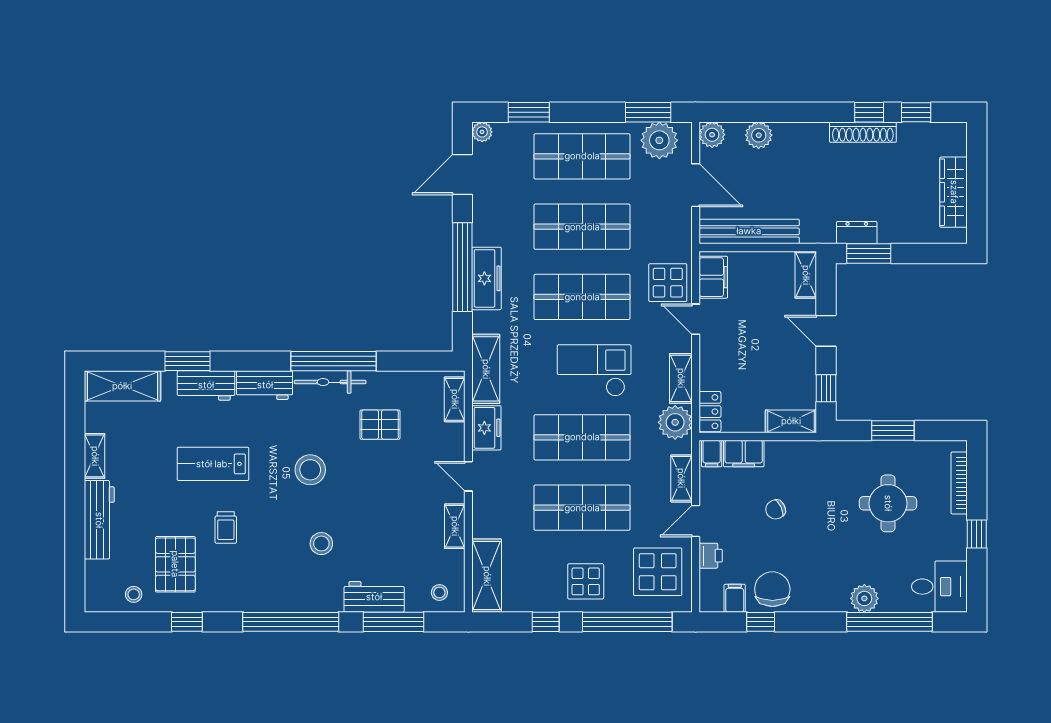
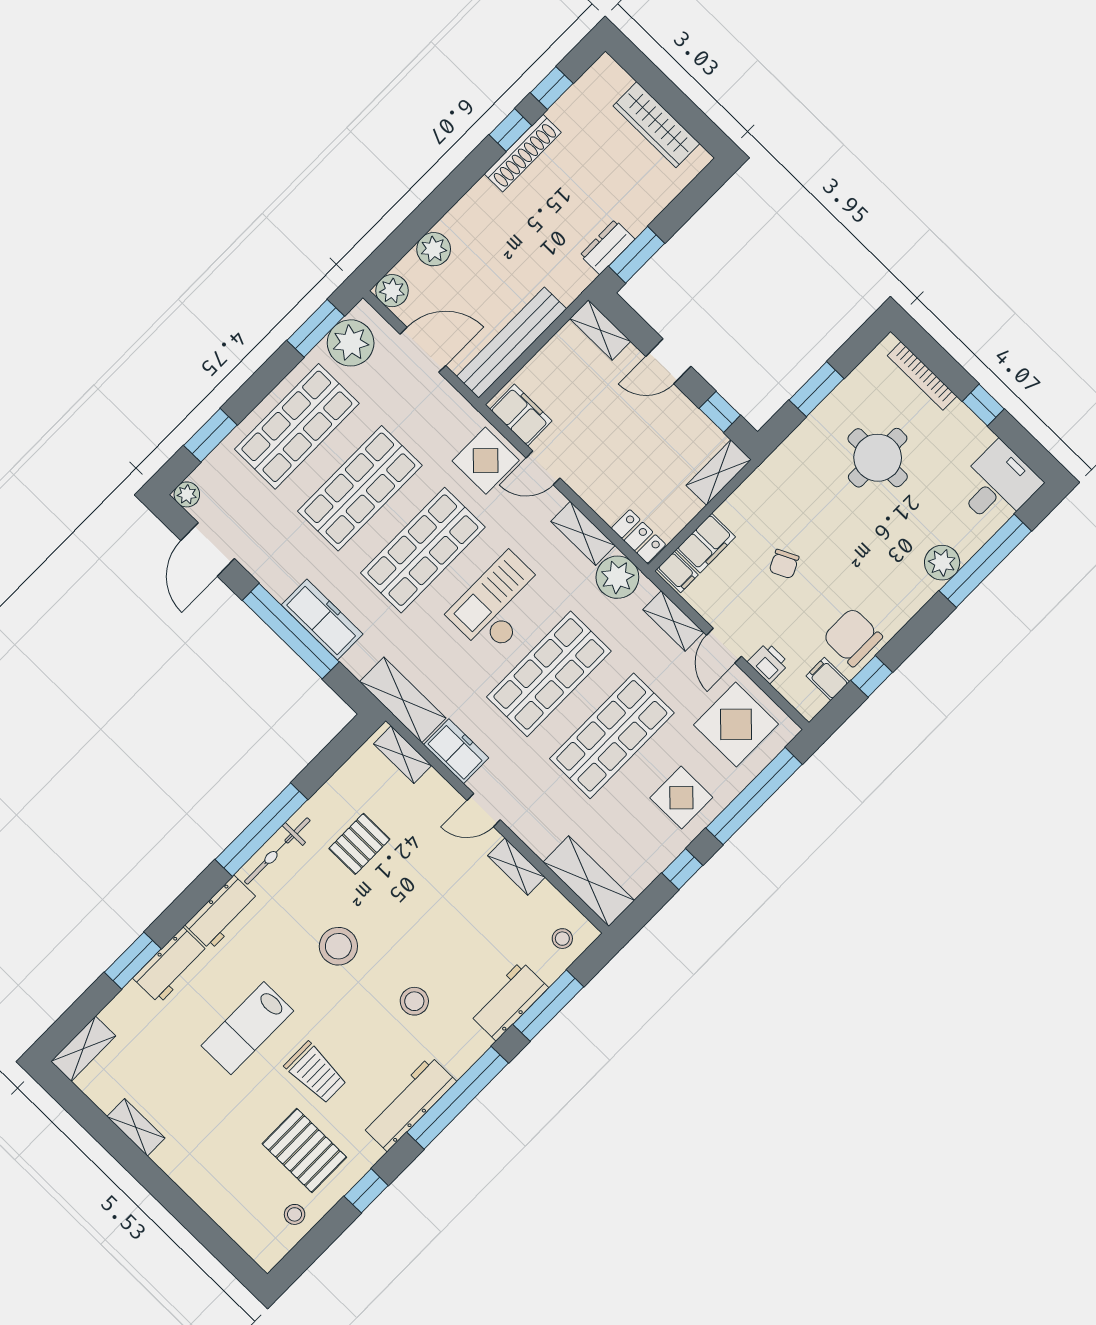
shelving: (122, 386) -> (83, 1049), width x0.67, depth x0.75
workbench: (99, 520) -> (409, 1104), moved, turned -90
trolley: (226, 527) -> (316, 1073), width x1.36, depth x1.39

